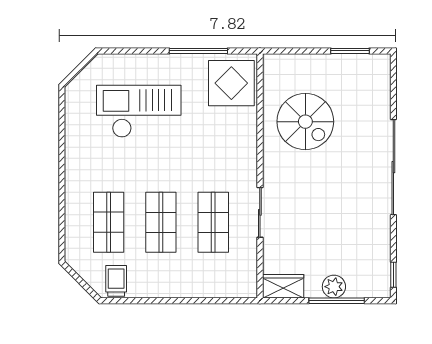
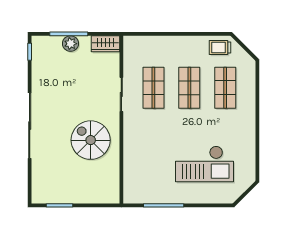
display table: (231, 83) -> (141, 183), removed
spiral stairs: (305, 122) -> (91, 140), moved
trolley: (116, 281) -> (220, 48), turned 90

